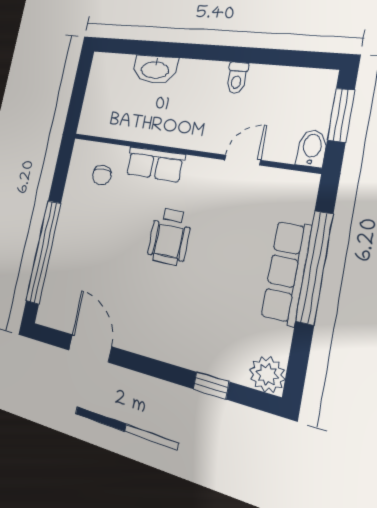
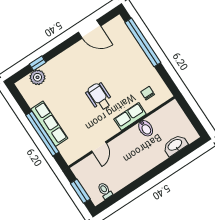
washbasin: (155, 69) -> (175, 145), moved
toilet: (237, 78) -> (105, 191), moved
bidet: (312, 148) -> (146, 128), moved
plant: (267, 374) -> (37, 77), moved

